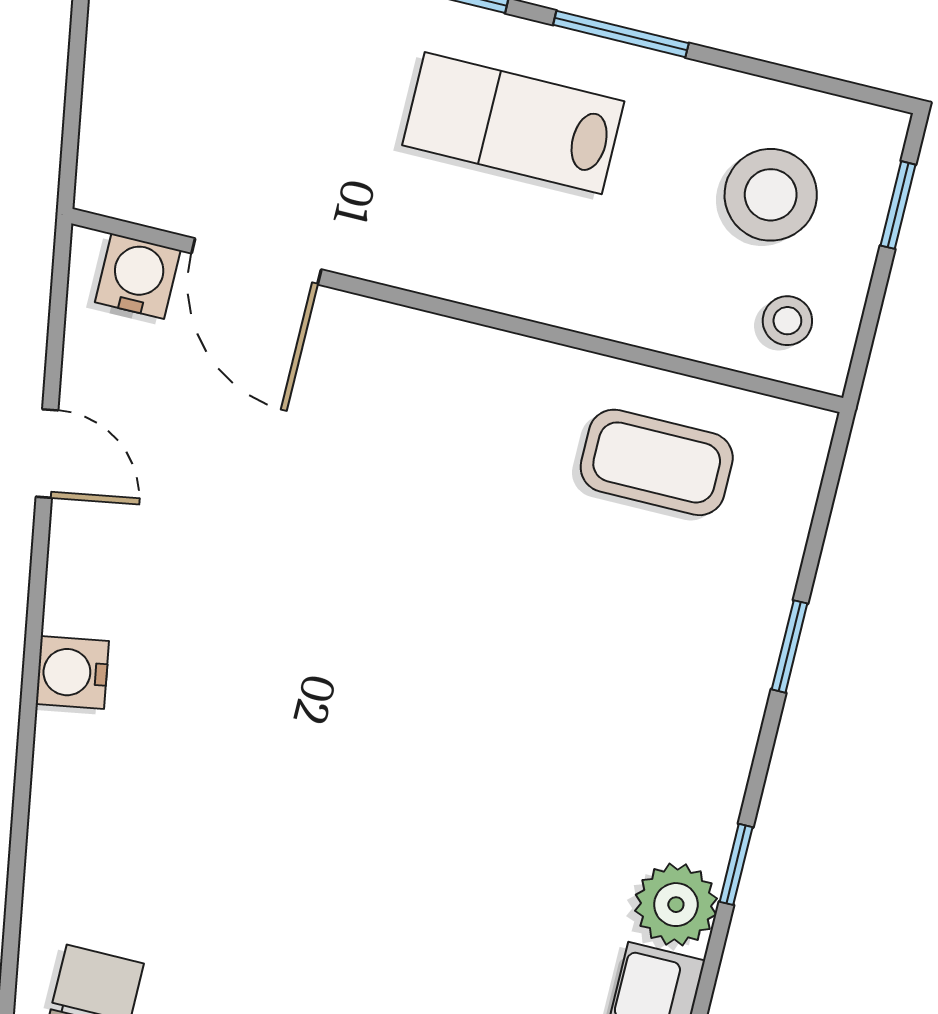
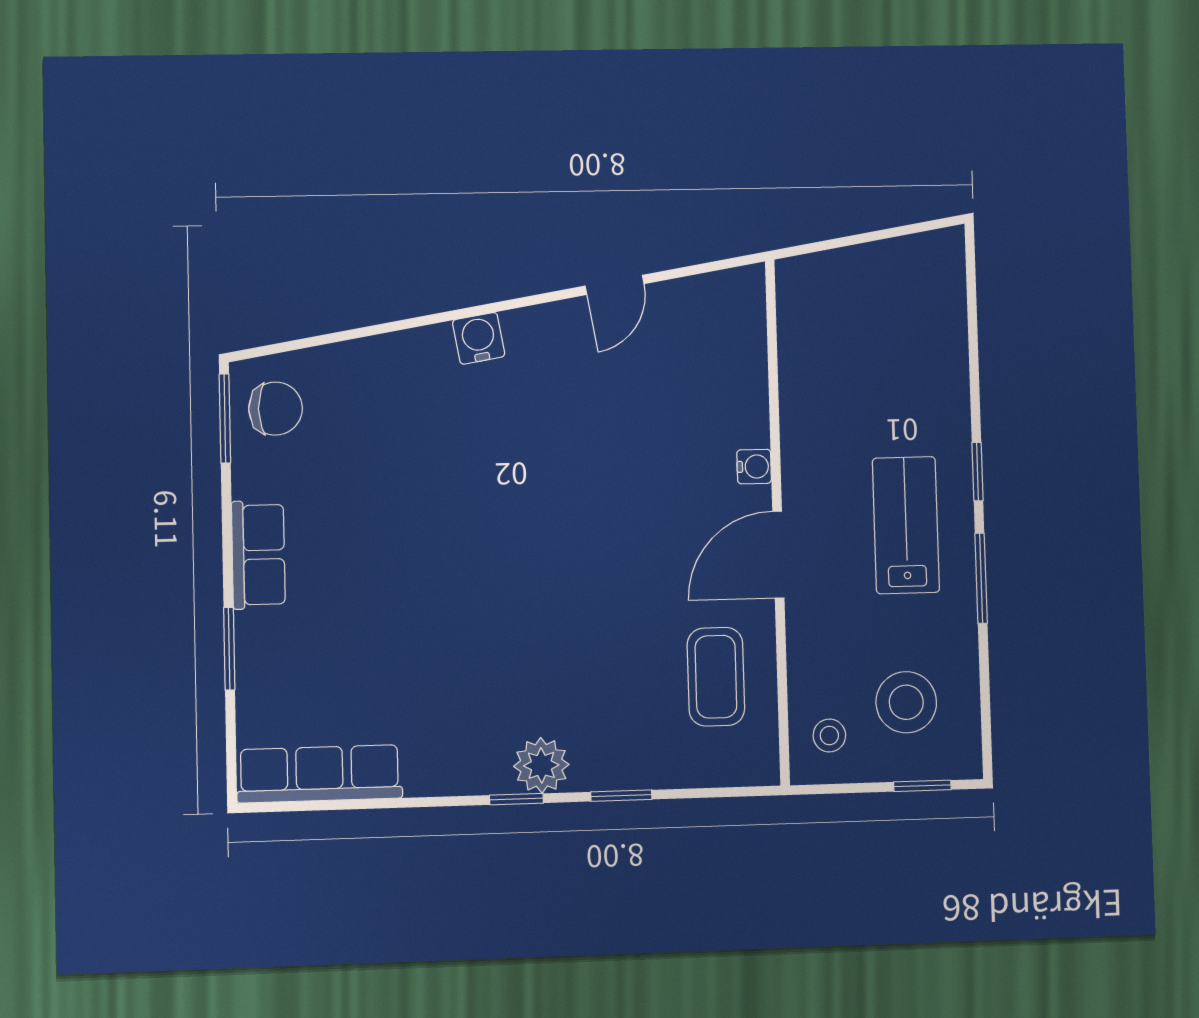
door: (256, 261) -> (778, 554), moved
water cooler: (138, 276) -> (754, 467), moved, width x0.72, depth x0.72
window: (736, 864) -> (516, 799), moved
plant: (676, 905) -> (541, 765), moved

